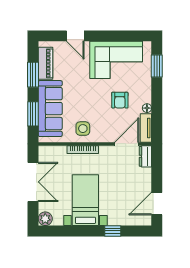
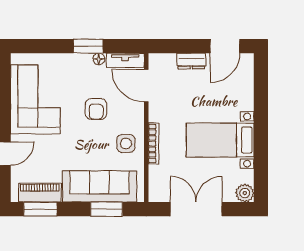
window: (157, 66) -> (88, 46), moved
window: (33, 75) -> (40, 209), moved
armchair: (120, 100) -> (96, 109), moved, turned 90
dresser: (145, 156) -> (191, 61), moved
door: (157, 204) -> (225, 46), hinge flipped
window: (113, 231) -> (261, 104), removed

